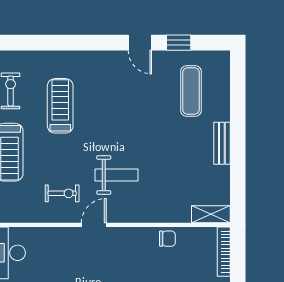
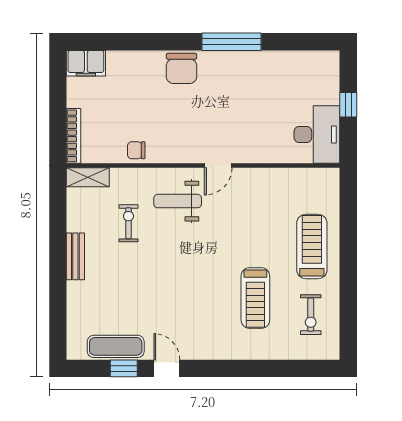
exercise mat: (191, 91) -> (116, 346), moved, turned 90
weight bench: (117, 175) -> (178, 201), moved
exercise bike: (62, 193) -> (128, 223), moved, turned 90

